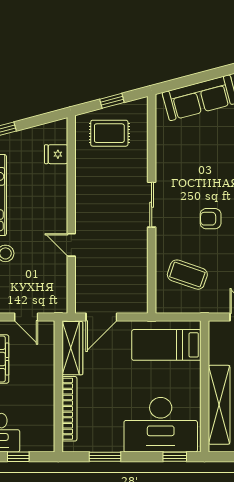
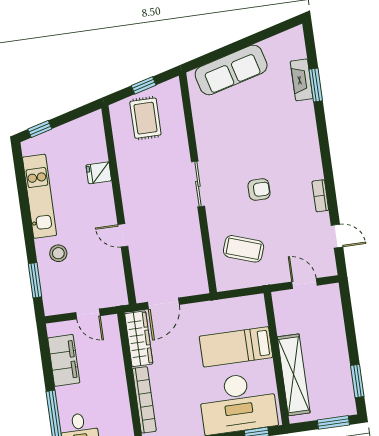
rug: (109, 133) -> (145, 118), turned 90
fridge: (56, 154) -> (99, 173), moved
armchair: (211, 219) -> (259, 190), turned 180
bed: (166, 345) -> (236, 347), moved

